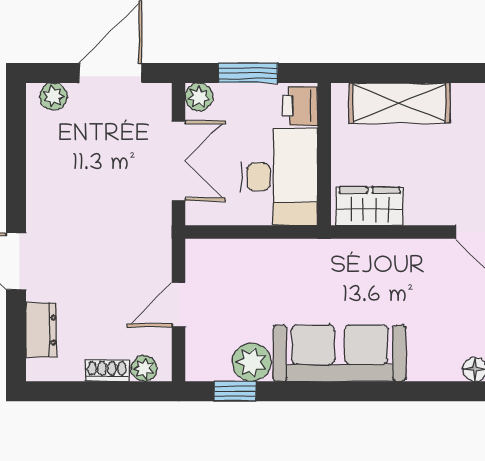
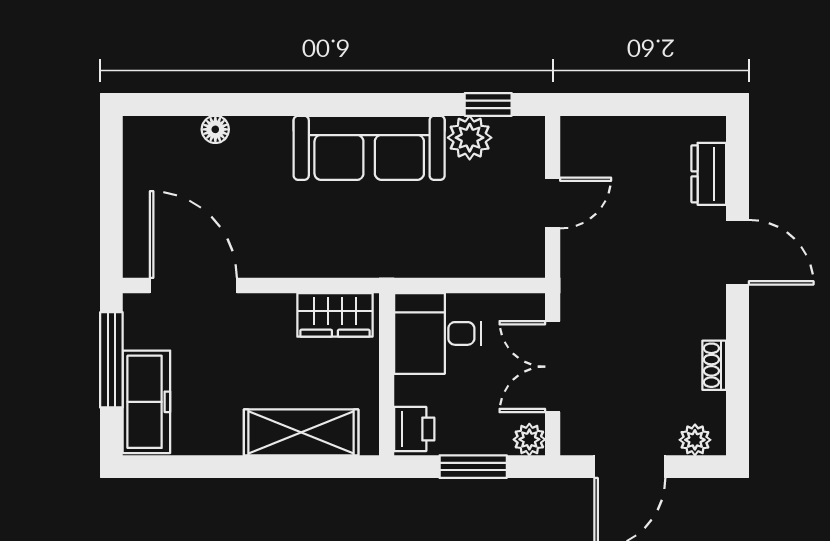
desk: (279, 177) -> (438, 333), width x0.73
plant: (144, 368) -> (592, 130), removed
shoe rack: (107, 371) -> (714, 365), moved, turned 90

